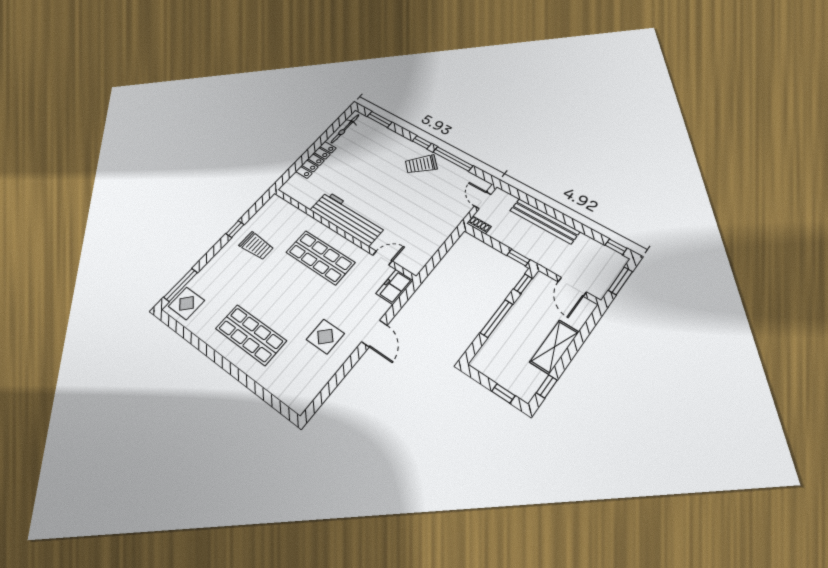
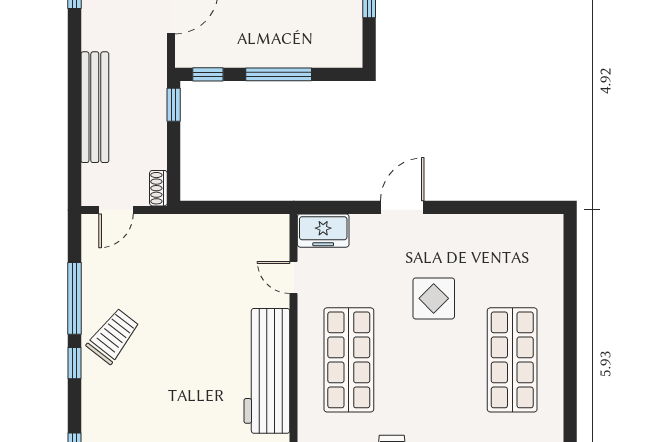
trolley: (421, 164) -> (113, 336), turned -96
display table: (325, 336) -> (434, 298), moved

